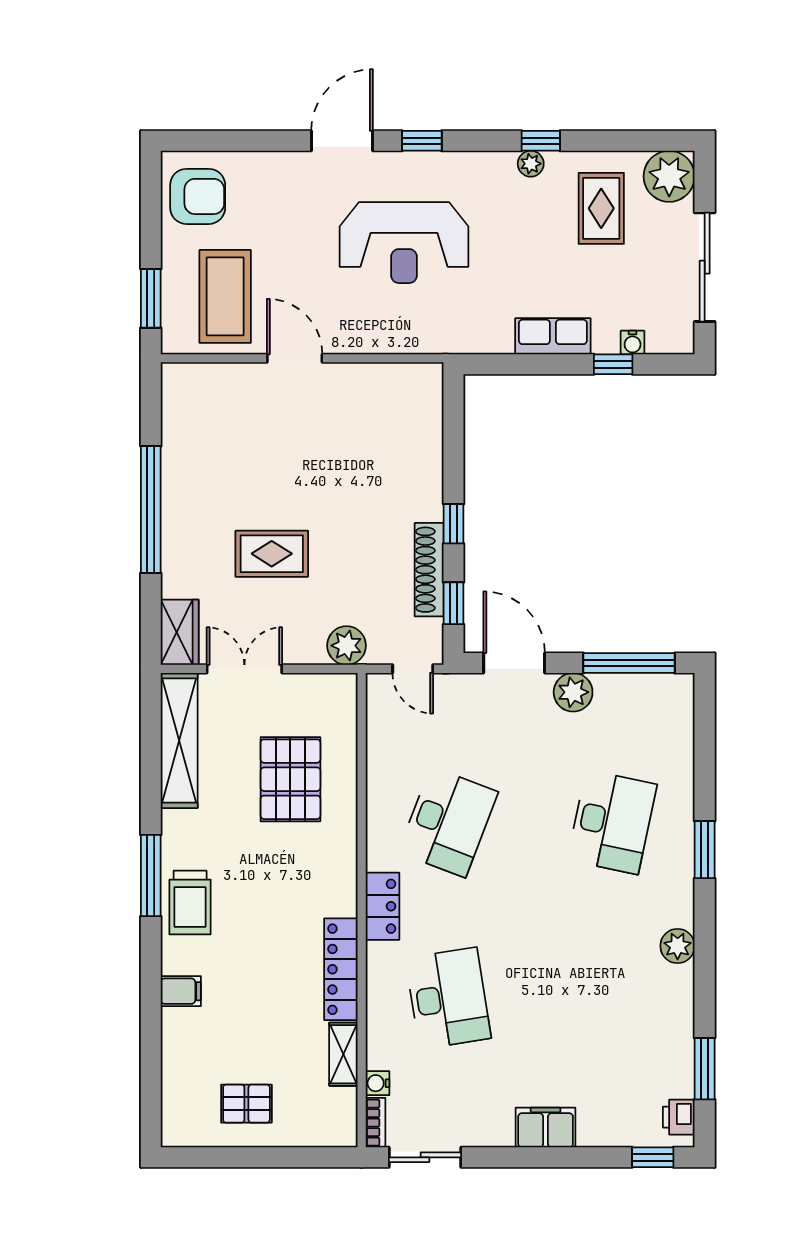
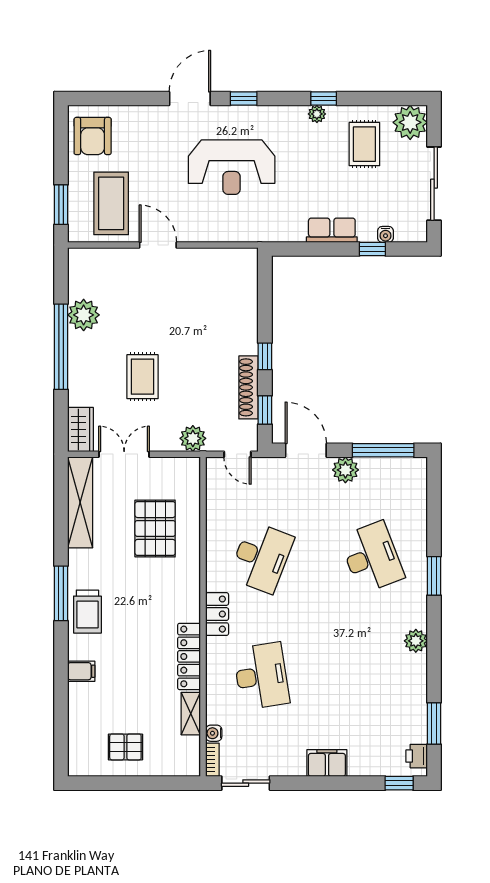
armchair: (198, 196) -> (93, 136), turned 90
plant: (184, 462) -> (84, 315), added
rug: (272, 554) -> (142, 377), turned 90
desk: (612, 822) -> (372, 557), turned -33

